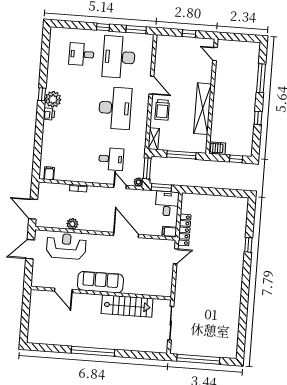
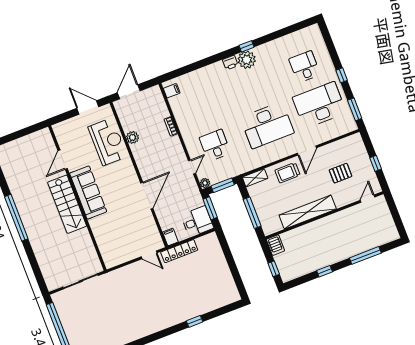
pallet: (183, 66) -> (341, 173), added
desk: (111, 159) -> (215, 145), turned 180
stairs: (127, 306) -> (67, 204), moved

